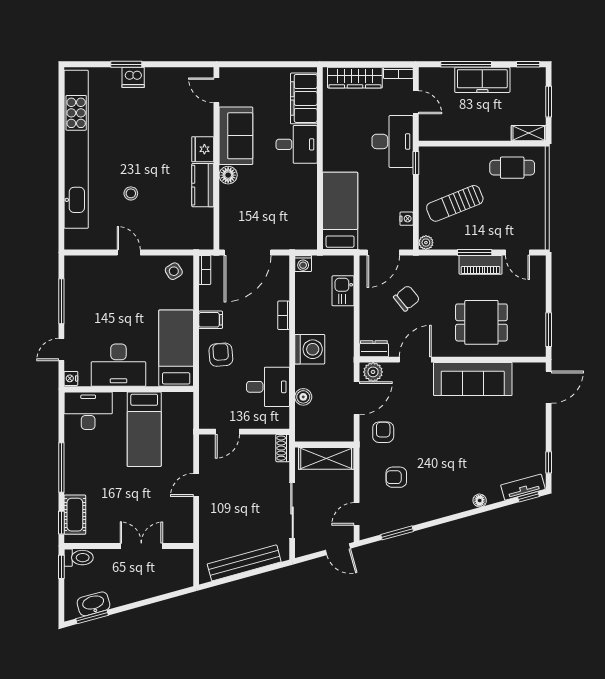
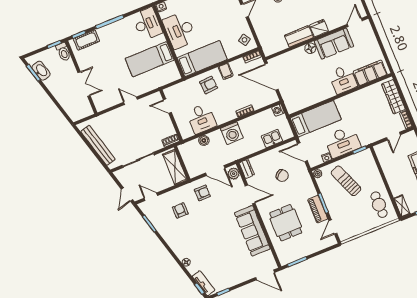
desk: (393, 141) -> (342, 142), moved

